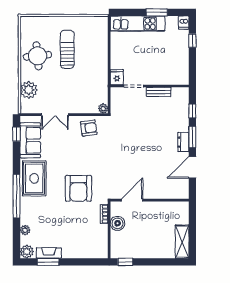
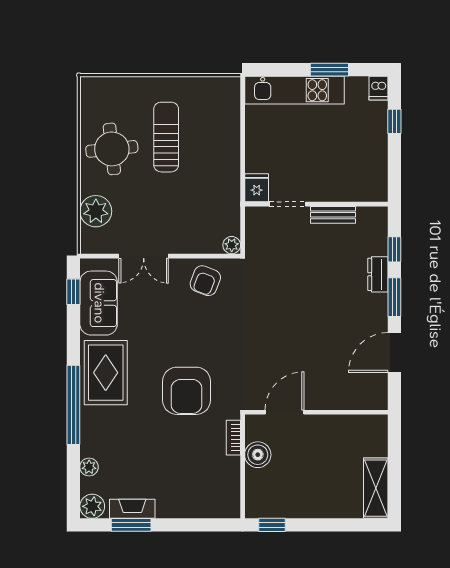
armchair: (89, 128) -> (205, 281), turned 119
dresser: (183, 142) -> (378, 274), moved

